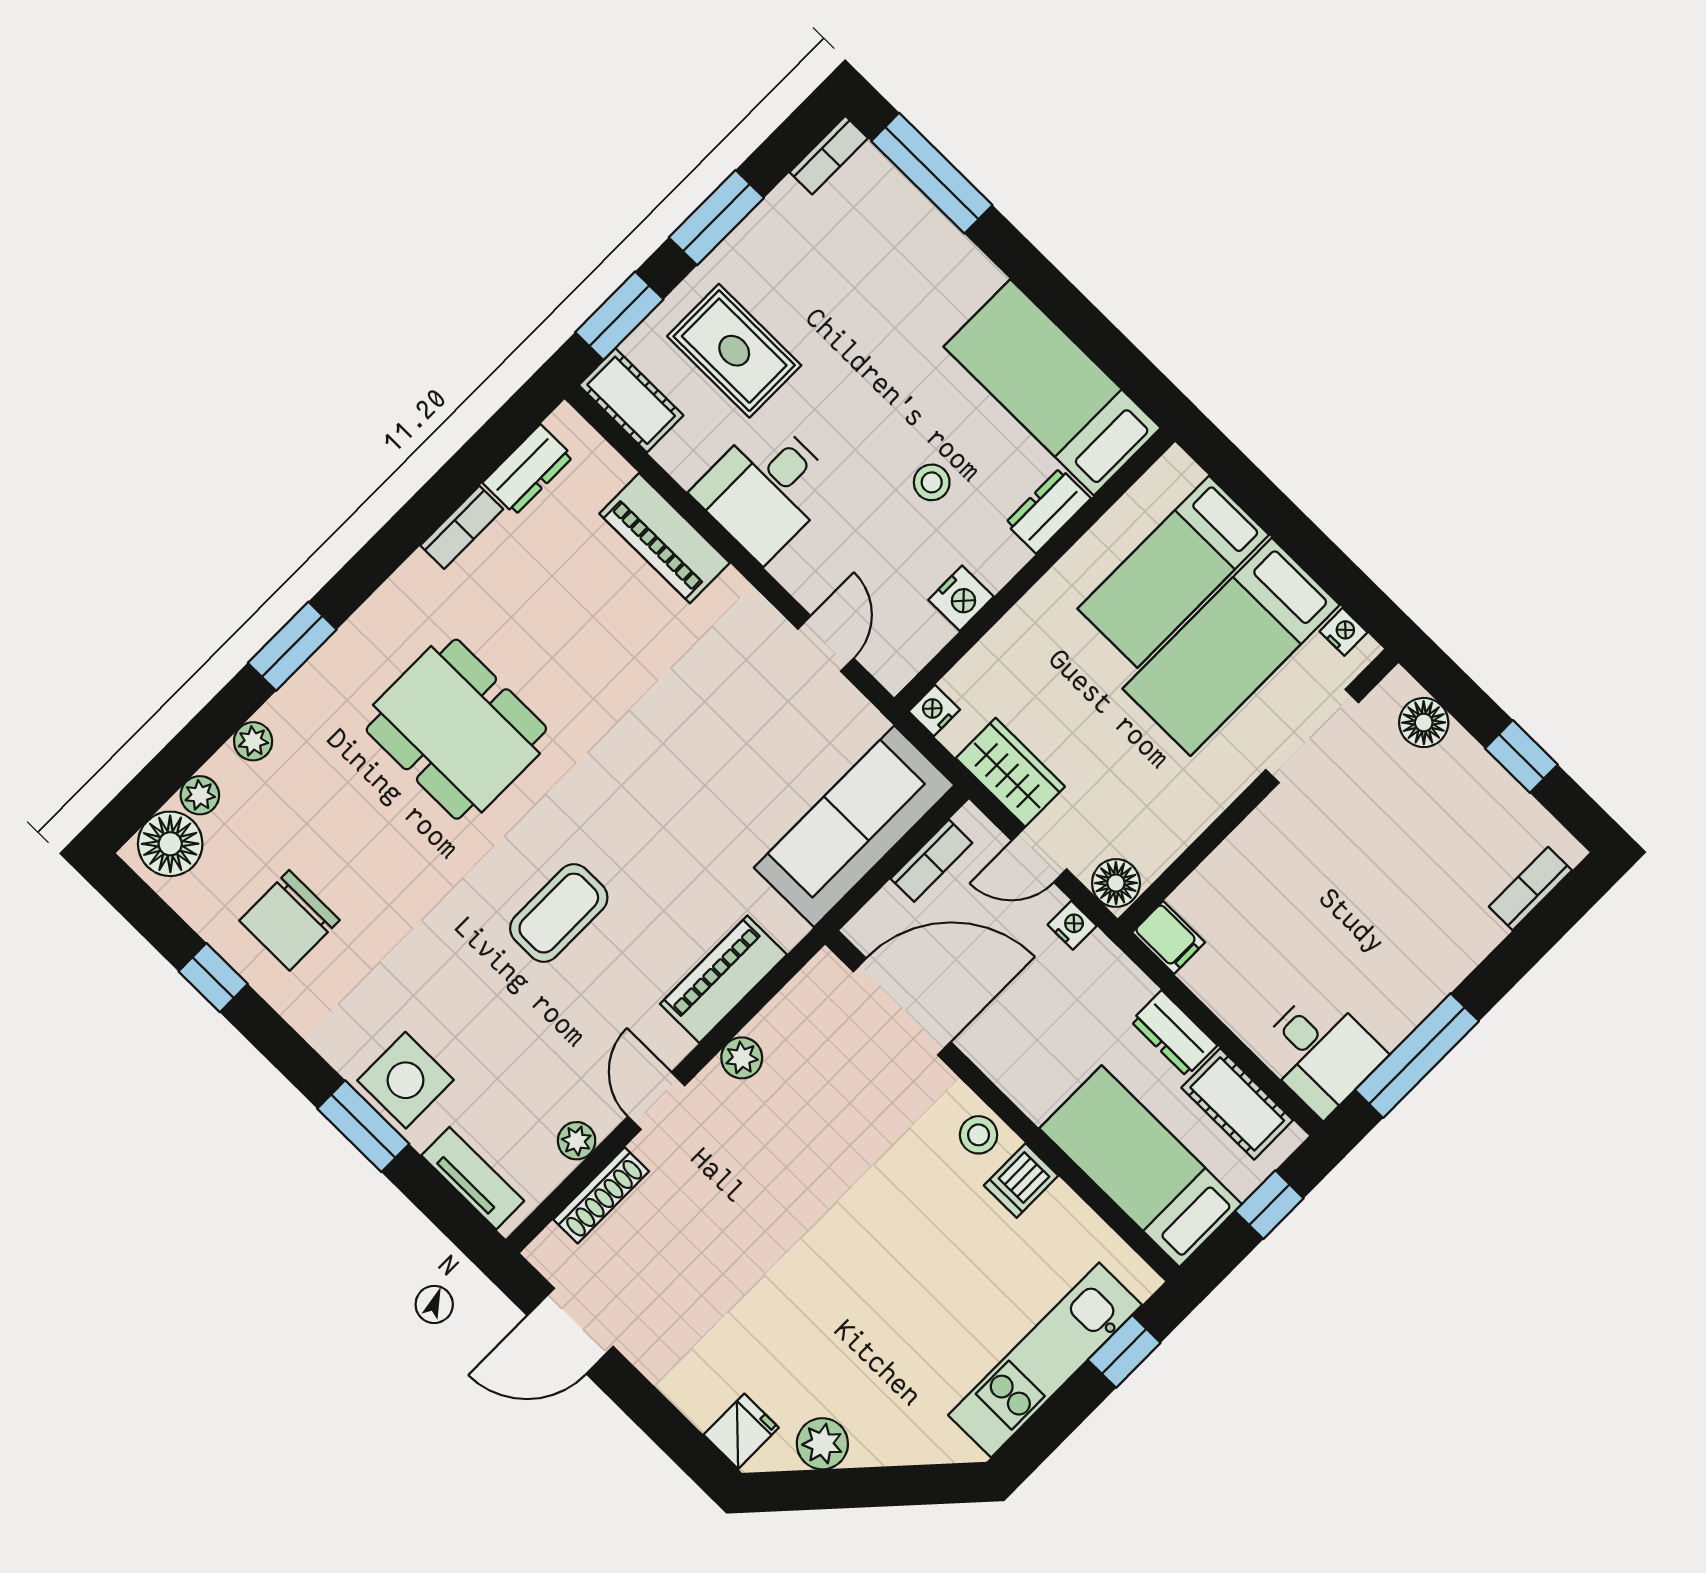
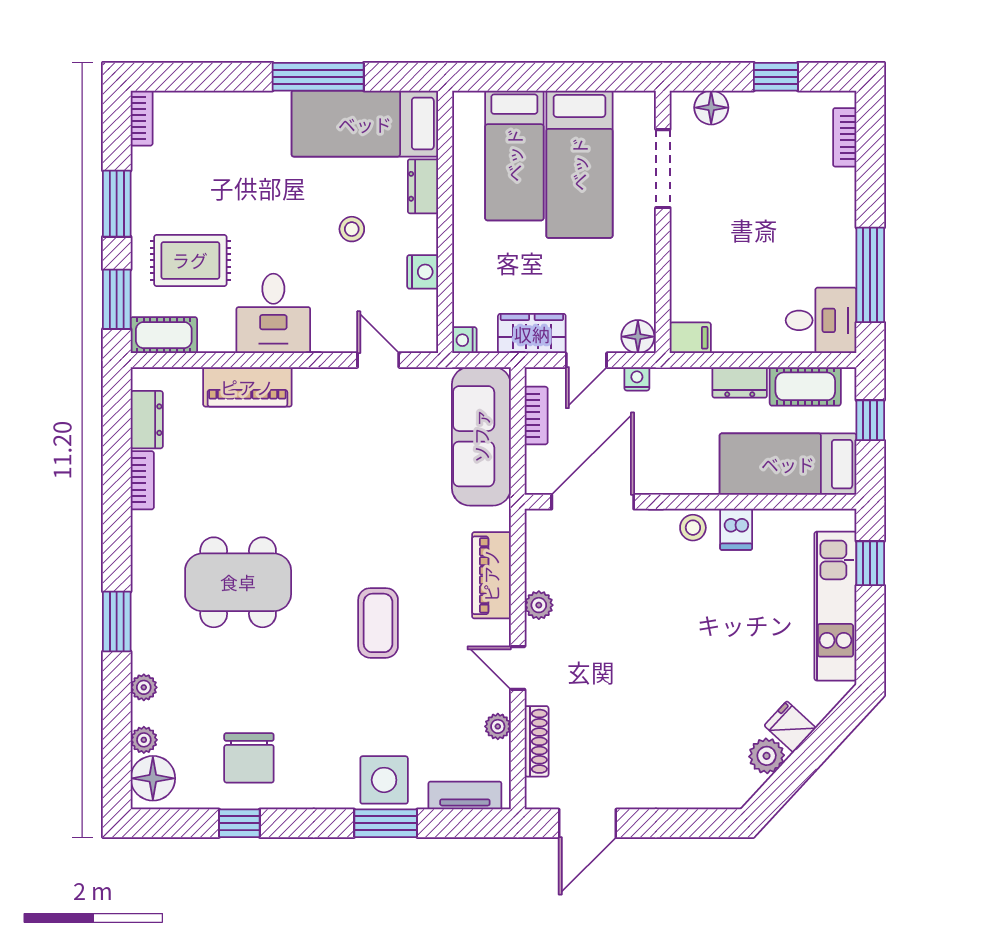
window: (932, 173) -> (318, 77), moved
nightstand: (1343, 632) -> (627, 102), removed
fridge: (741, 1431) -> (790, 727), moved, turned -47

